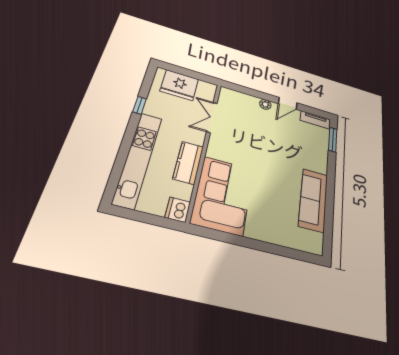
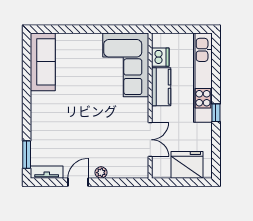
window: (140, 105) -> (216, 113), moved
sofa: (313, 200) -> (43, 62), moved
dishwasher: (178, 210) -> (160, 57), moved

